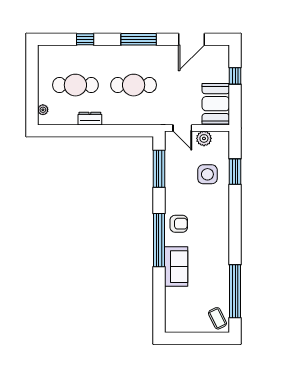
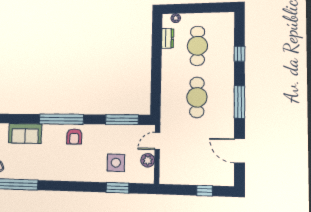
booth: (216, 104) -> (179, 172), removed
dresser: (90, 119) -> (168, 38), moved
sofa: (176, 267) -> (25, 133), moved

